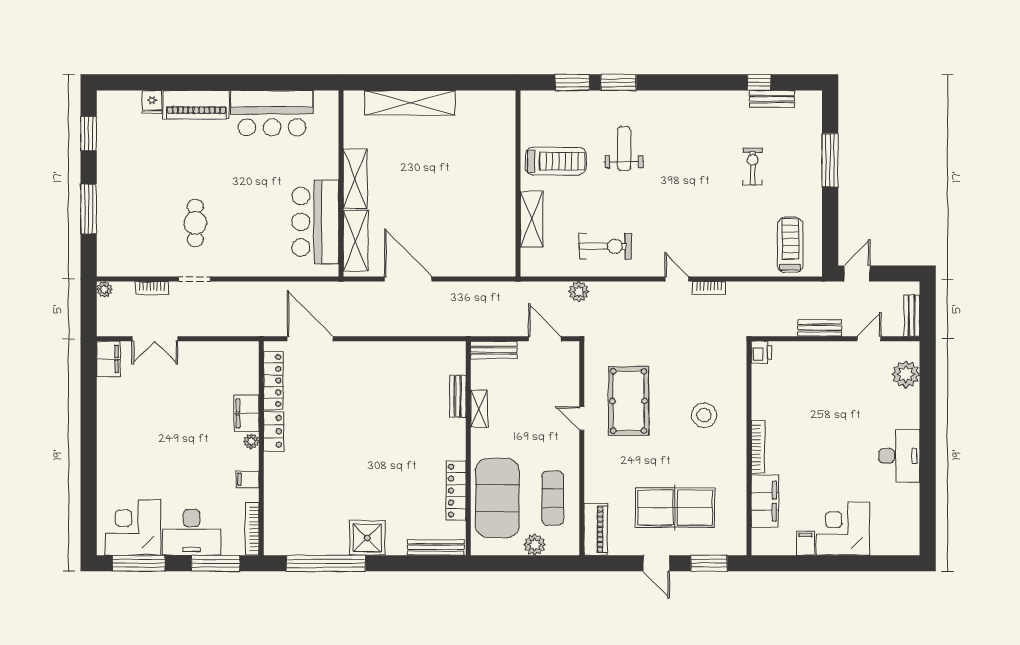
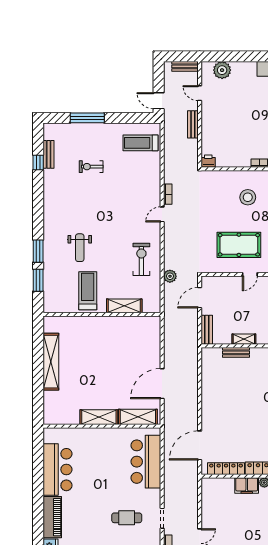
shelving: (410, 103) -> (51, 362), moved
weight bench: (624, 148) -> (80, 248), turned -90
bar counter: (315, 222) -> (146, 462), moved, turned 90

